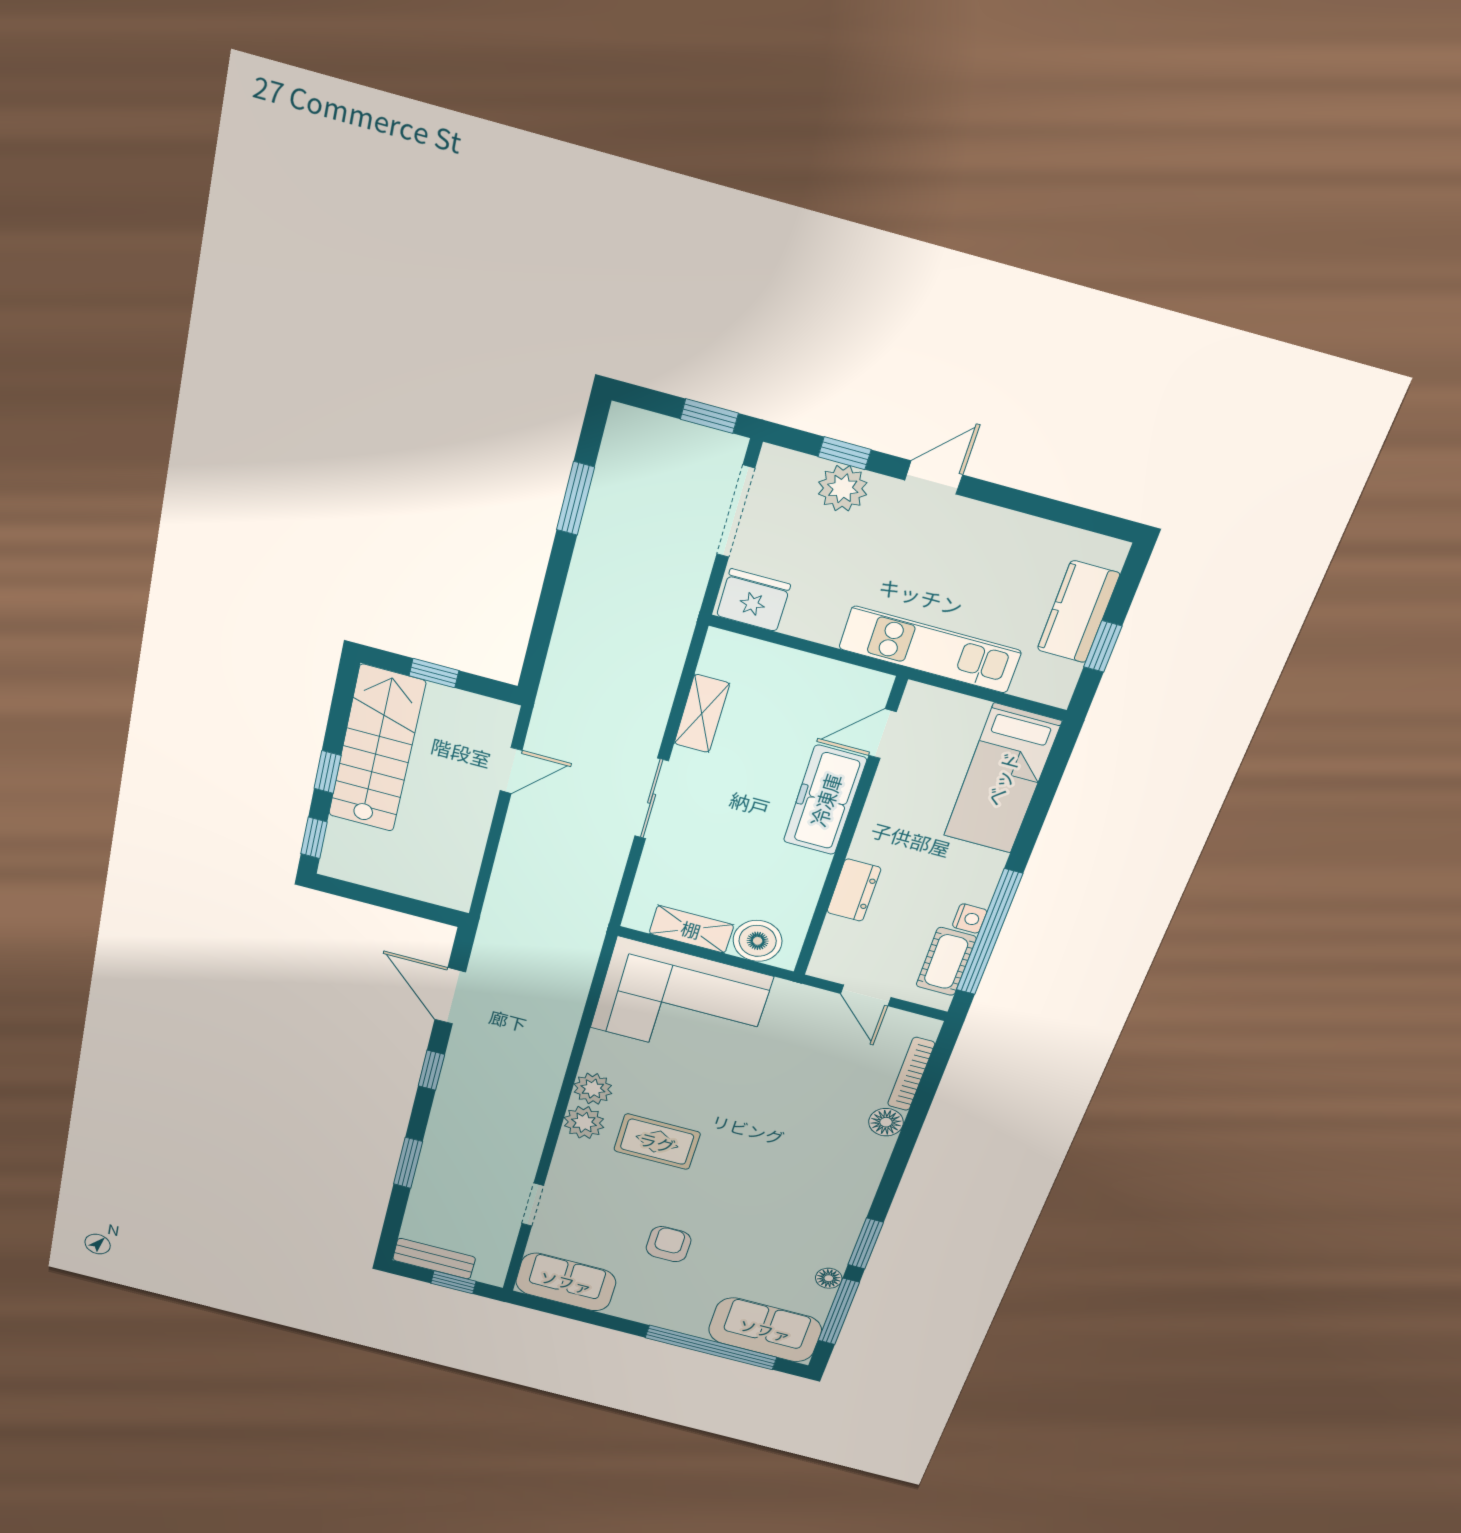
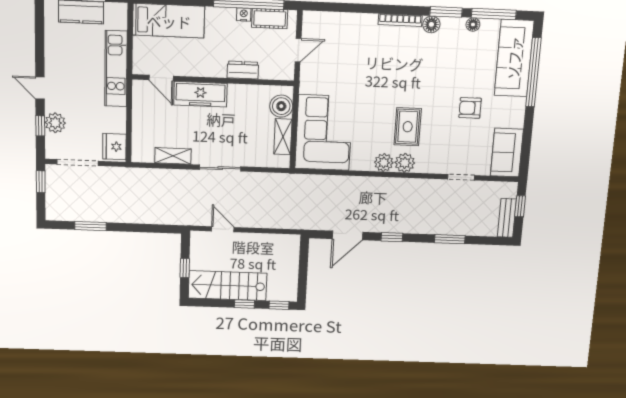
bookcase: (911, 1074) -> (400, 20), moved
floor lamp: (886, 1122) -> (431, 24), moved
sofa: (765, 1330) -> (514, 58), width x1.36

